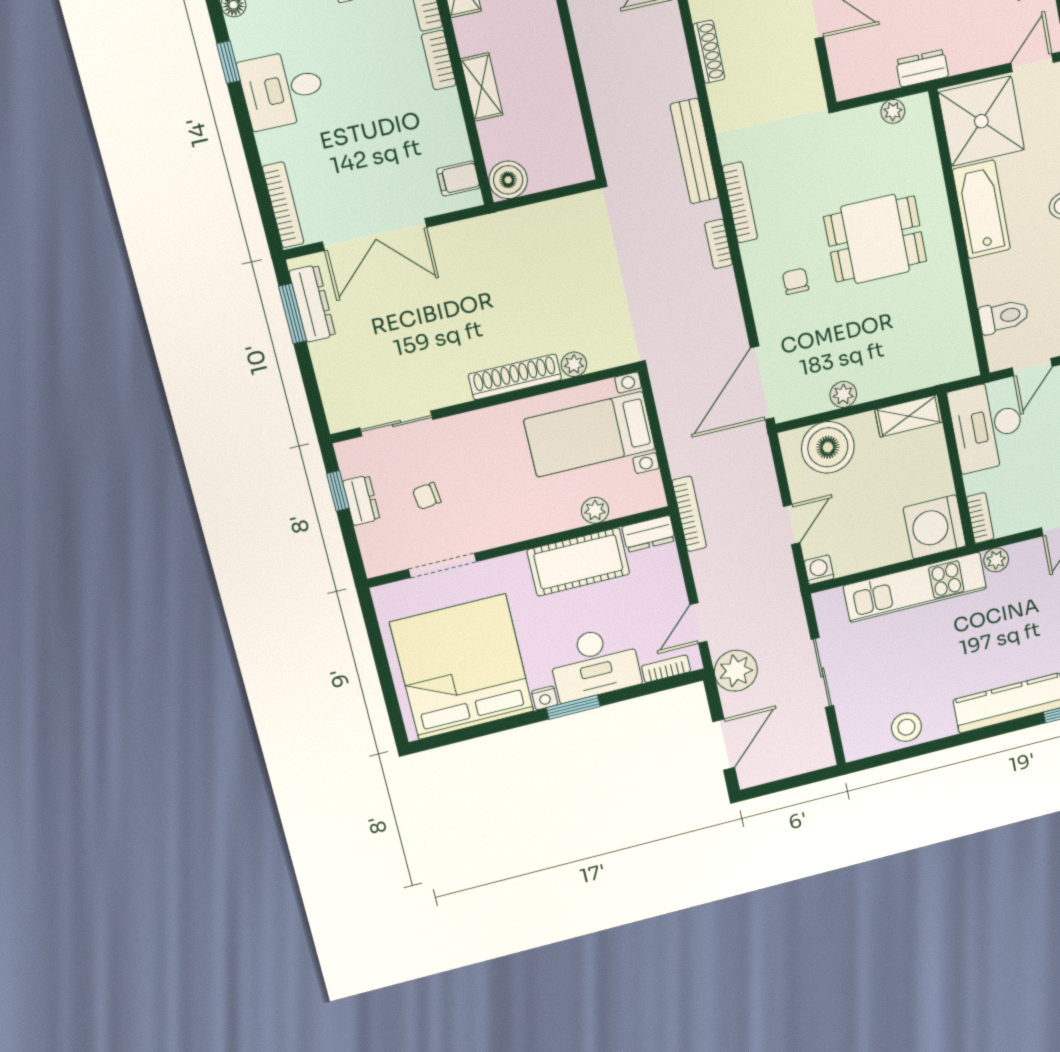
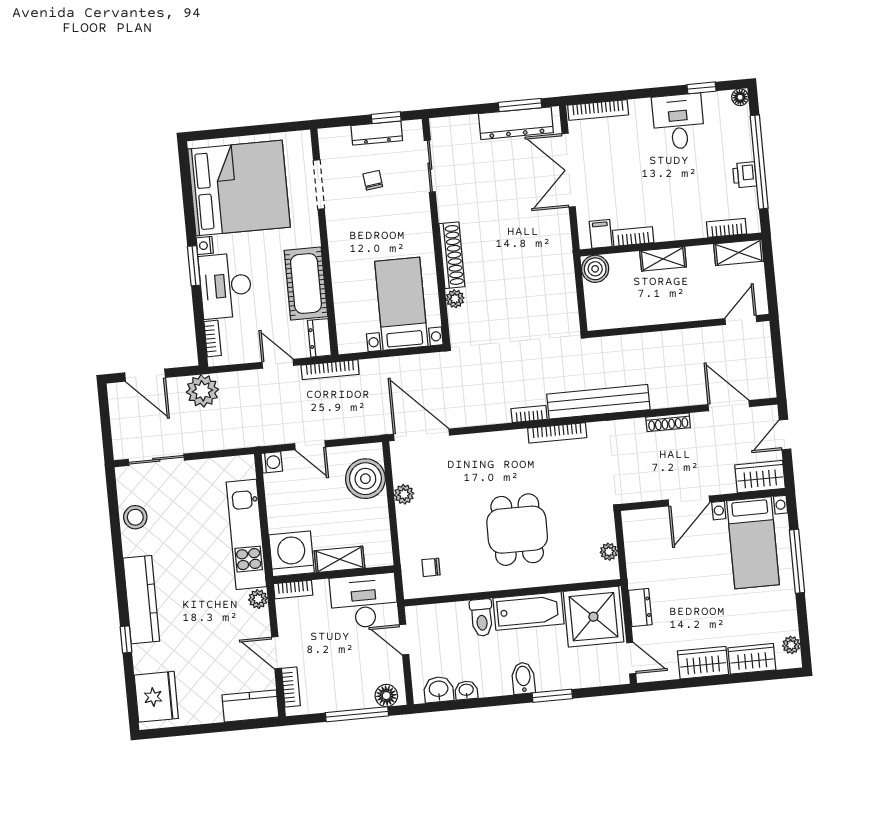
bookcase: (439, 60) -> (633, 236), moved
dresser: (922, 68) -> (640, 607), moved
bench: (694, 151) -> (598, 402), width x1.37, depth x1.21
chair: (796, 281) -> (431, 567), moved, turned 180
dresser: (312, 303) -> (516, 123), width x1.37, depth x1.24
toilet: (1004, 316) -> (482, 618), moved
shelving: (909, 416) -> (339, 559), moved, turned 90
dresser: (361, 500) -> (377, 133), width x1.44
plant: (595, 510) -> (343, 301), removed
door: (698, 623) -> (278, 364), moved
sliding door: (822, 673) -> (156, 460), moved

